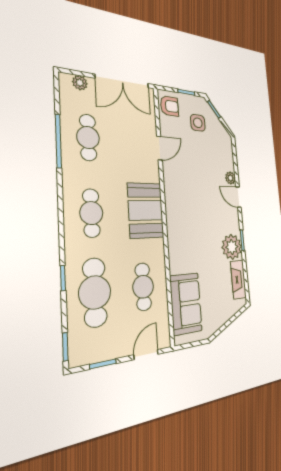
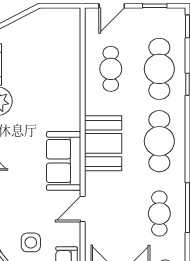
cafe table: (91, 213) -> (159, 141), width x1.37, depth x1.35
sofa: (186, 304) -> (64, 161), moved

